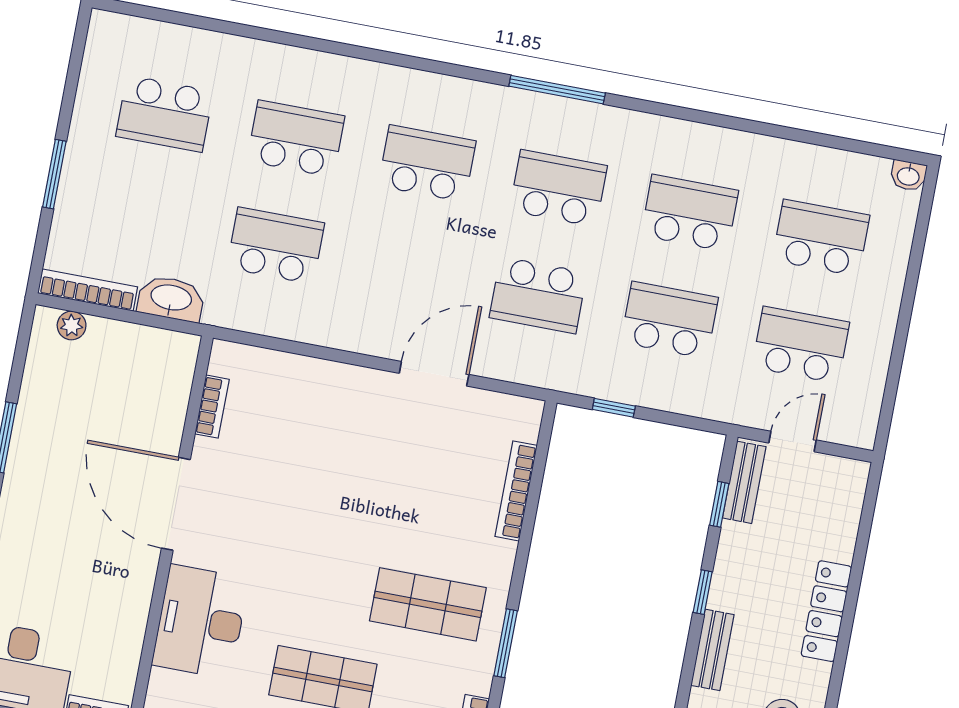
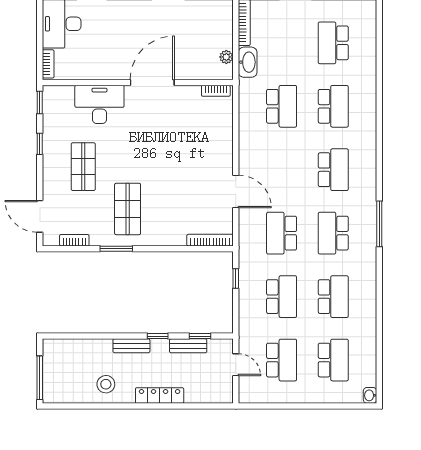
school desk: (558, 188) -> (333, 233), turned 180
plant: (72, 325) -> (226, 57), moved
bookcase: (212, 407) -> (216, 91), moved
bench: (744, 482) -> (188, 346), moved
bookcase: (516, 491) -> (210, 240), moved

